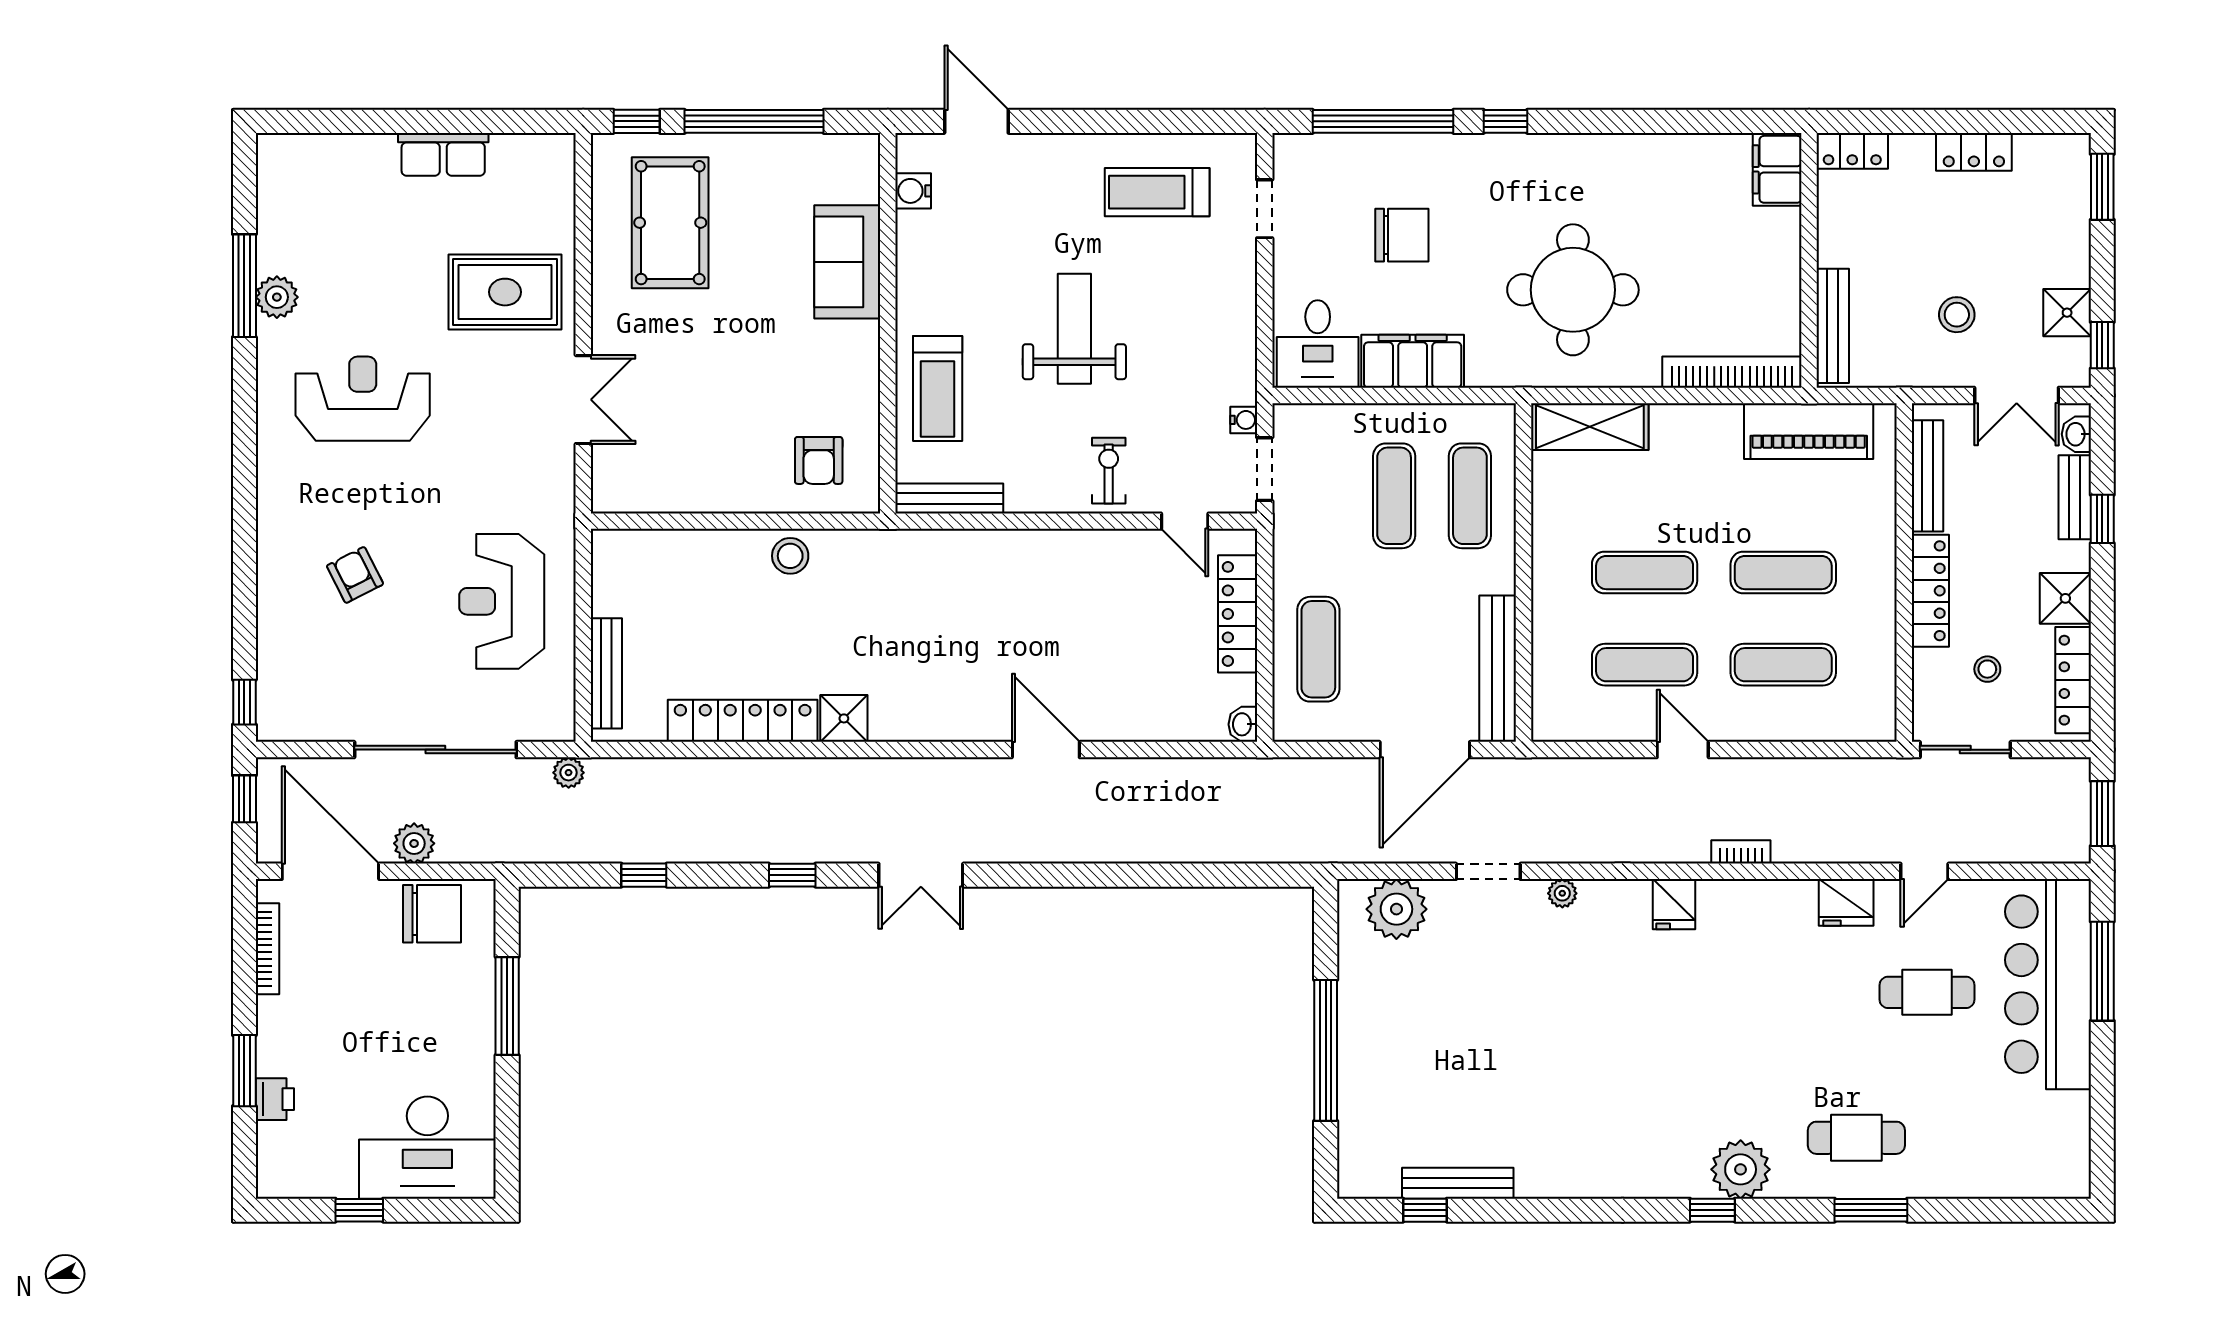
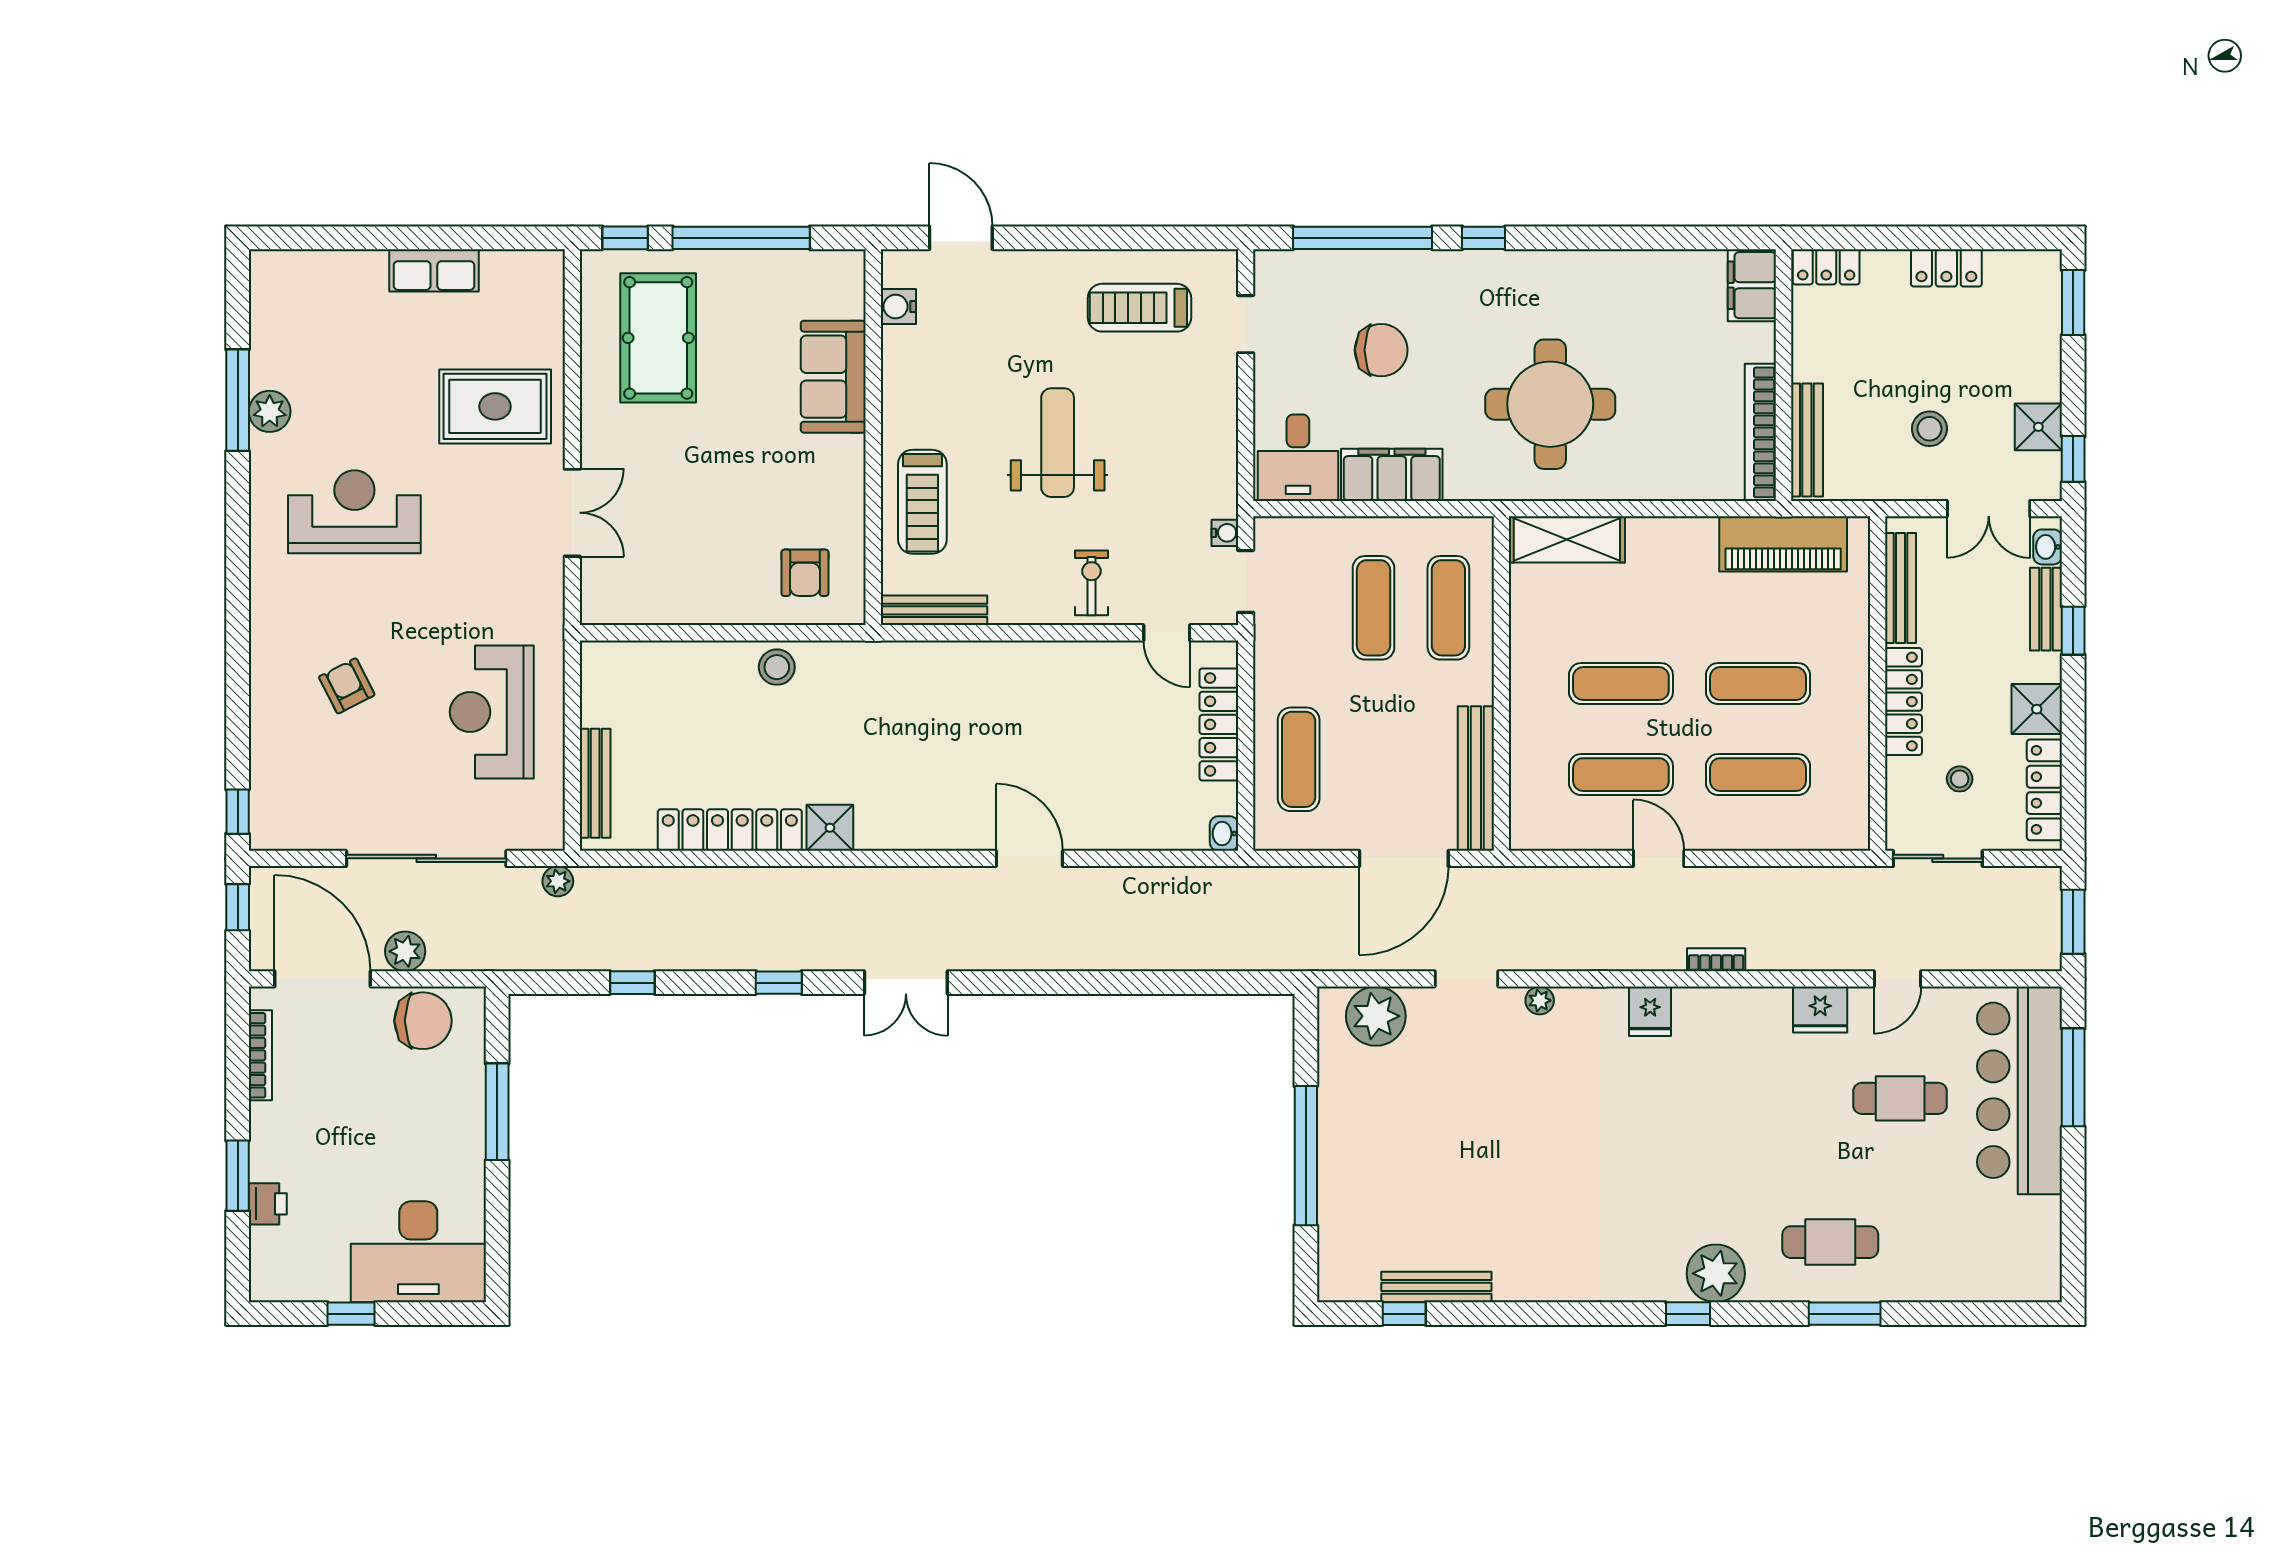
bookcase: (1732, 372) -> (1760, 432), moved, turned -90

